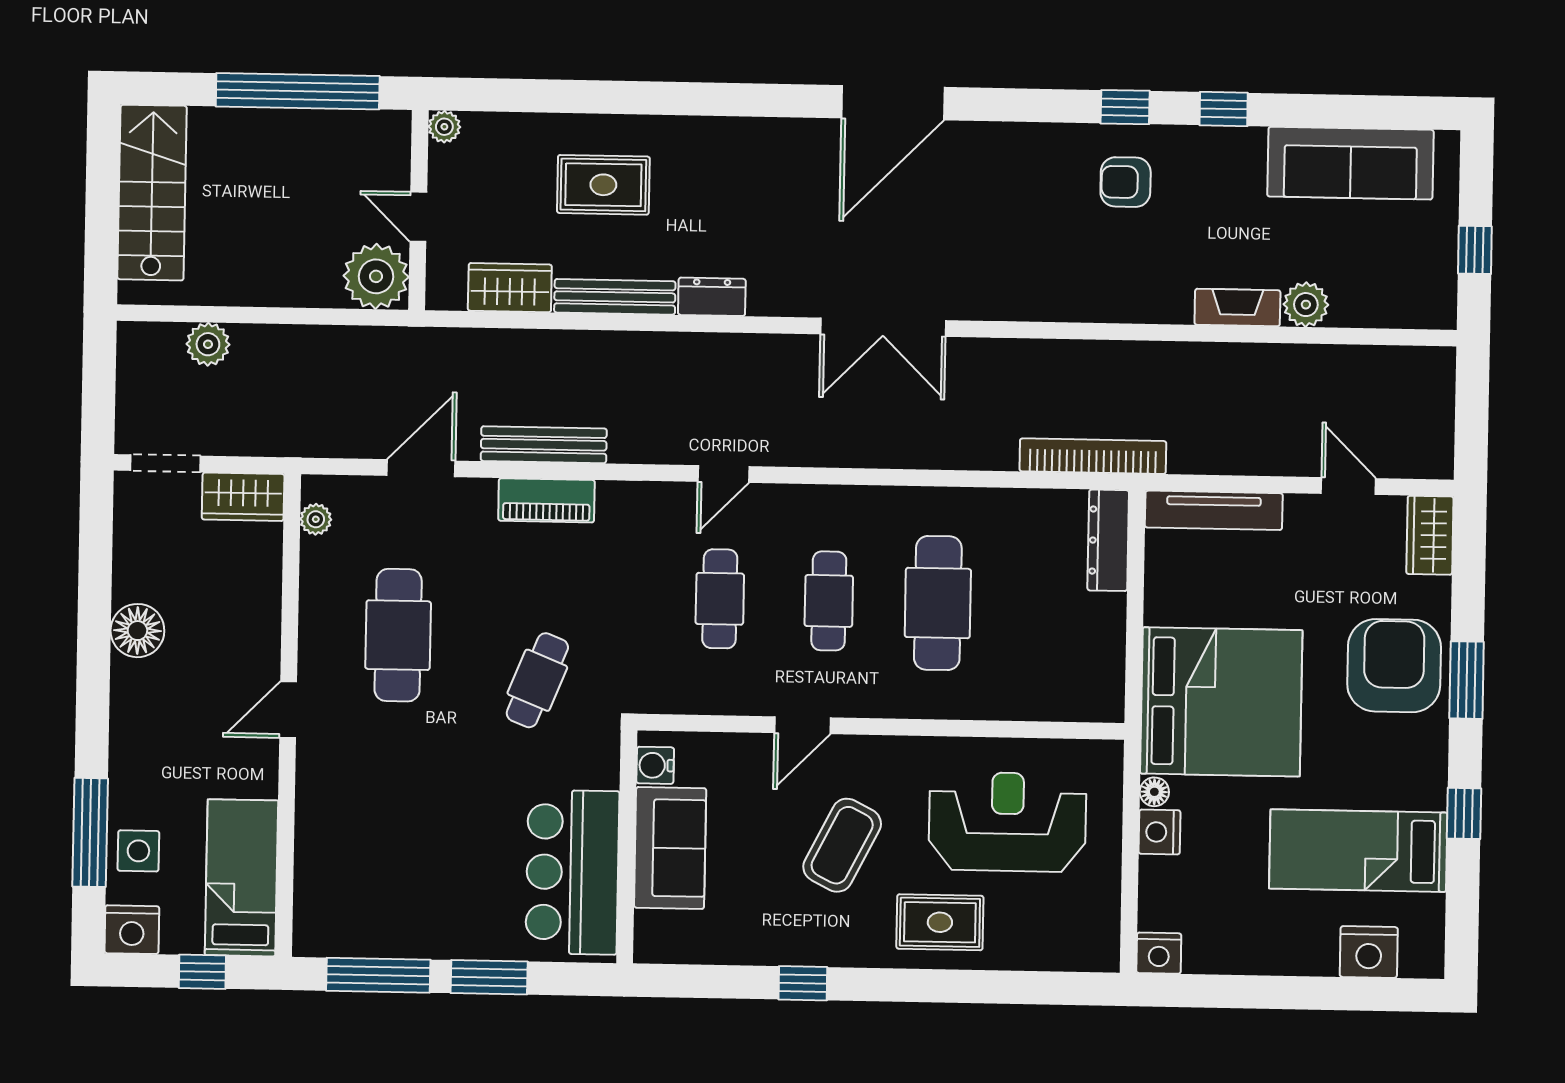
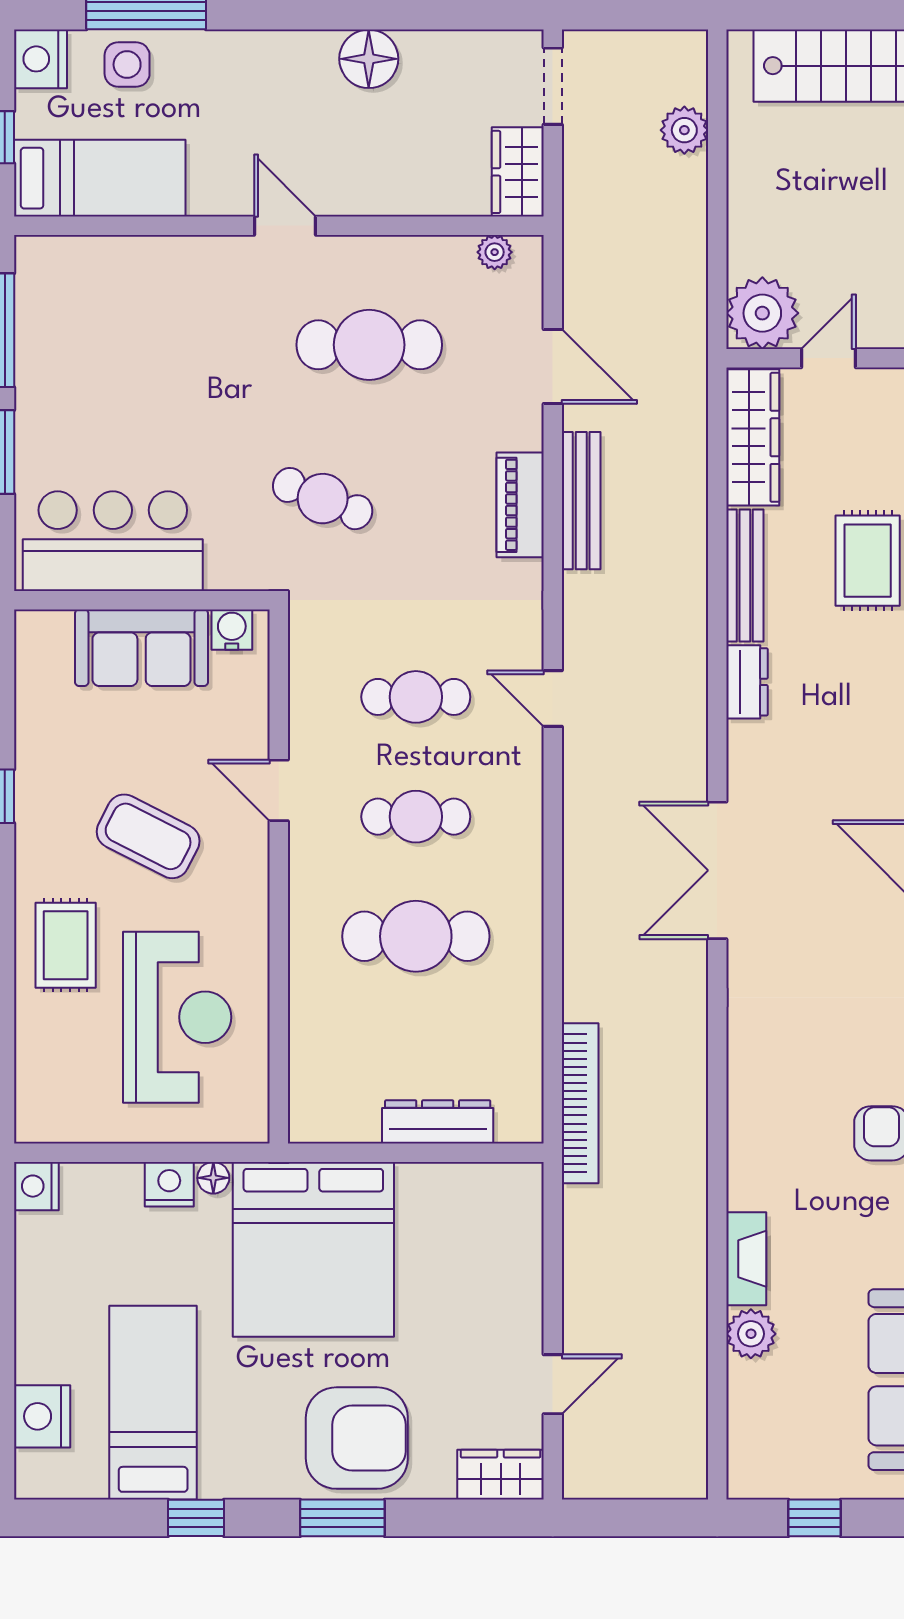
wardrobe: (510, 288) -> (753, 437), width x1.50
tv unit: (1214, 510) -> (523, 1237), removed
dresser: (1108, 540) -> (438, 1122), moved

